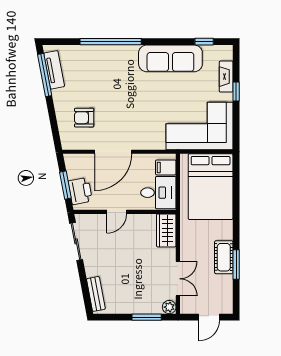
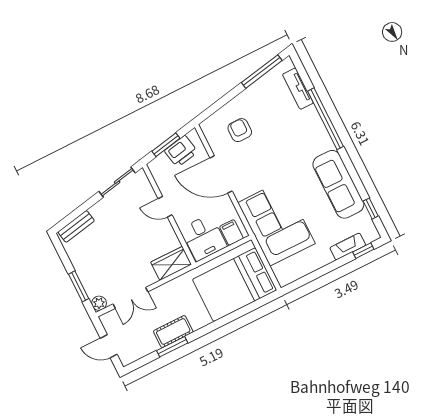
tv unit: (54, 70) -> (298, 89), moved, turned 101
window: (236, 91) -> (363, 251), moved
corner sofa: (199, 126) -> (276, 223), moved
printer: (80, 191) -> (181, 151), moved

